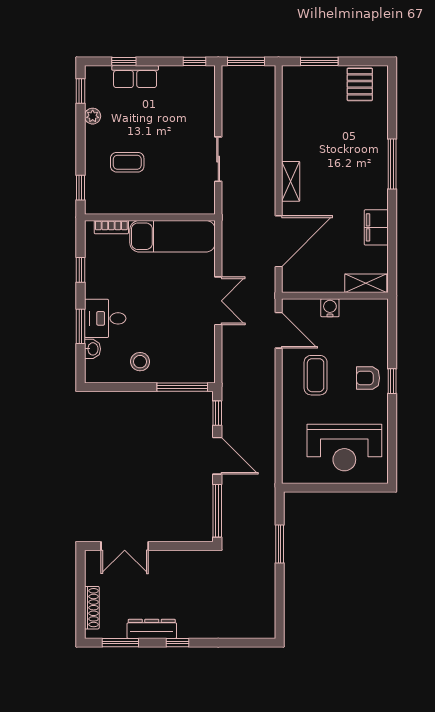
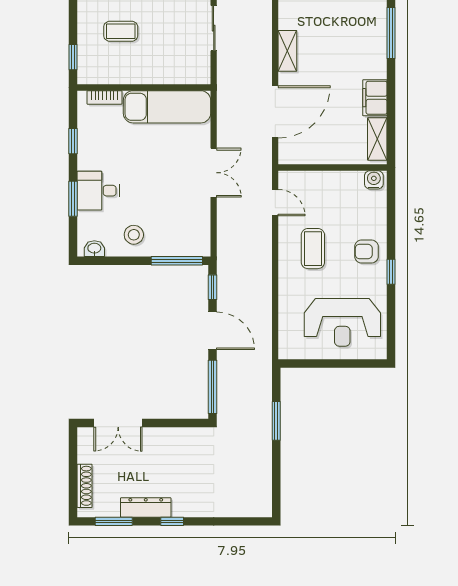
shelving: (366, 283) -> (377, 139), moved, turned 90
water cooler: (330, 308) -> (374, 180), moved
door: (279, 330) -> (275, 203), width x0.73
washbasin: (92, 349) -> (94, 249), moved, turned -90
window: (392, 381) -> (391, 272), moved

